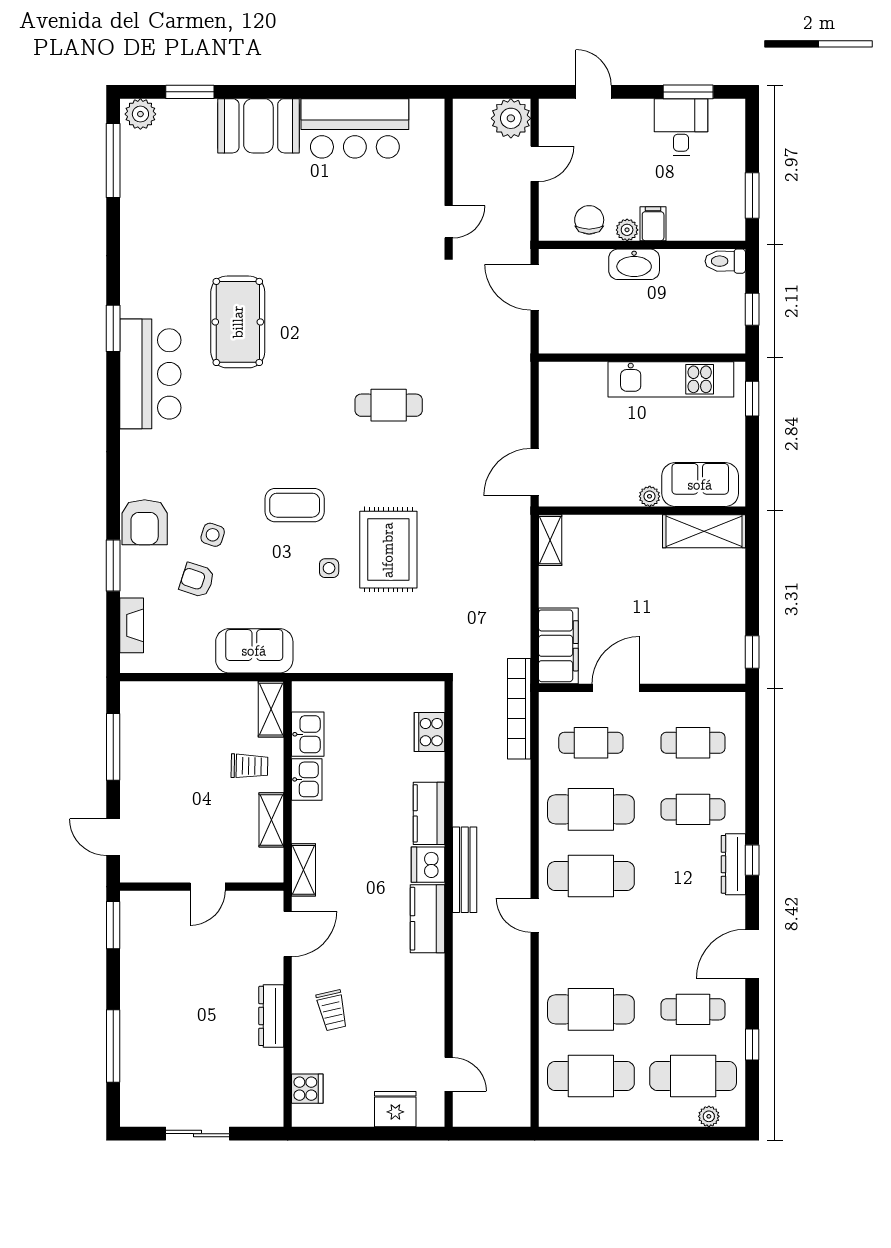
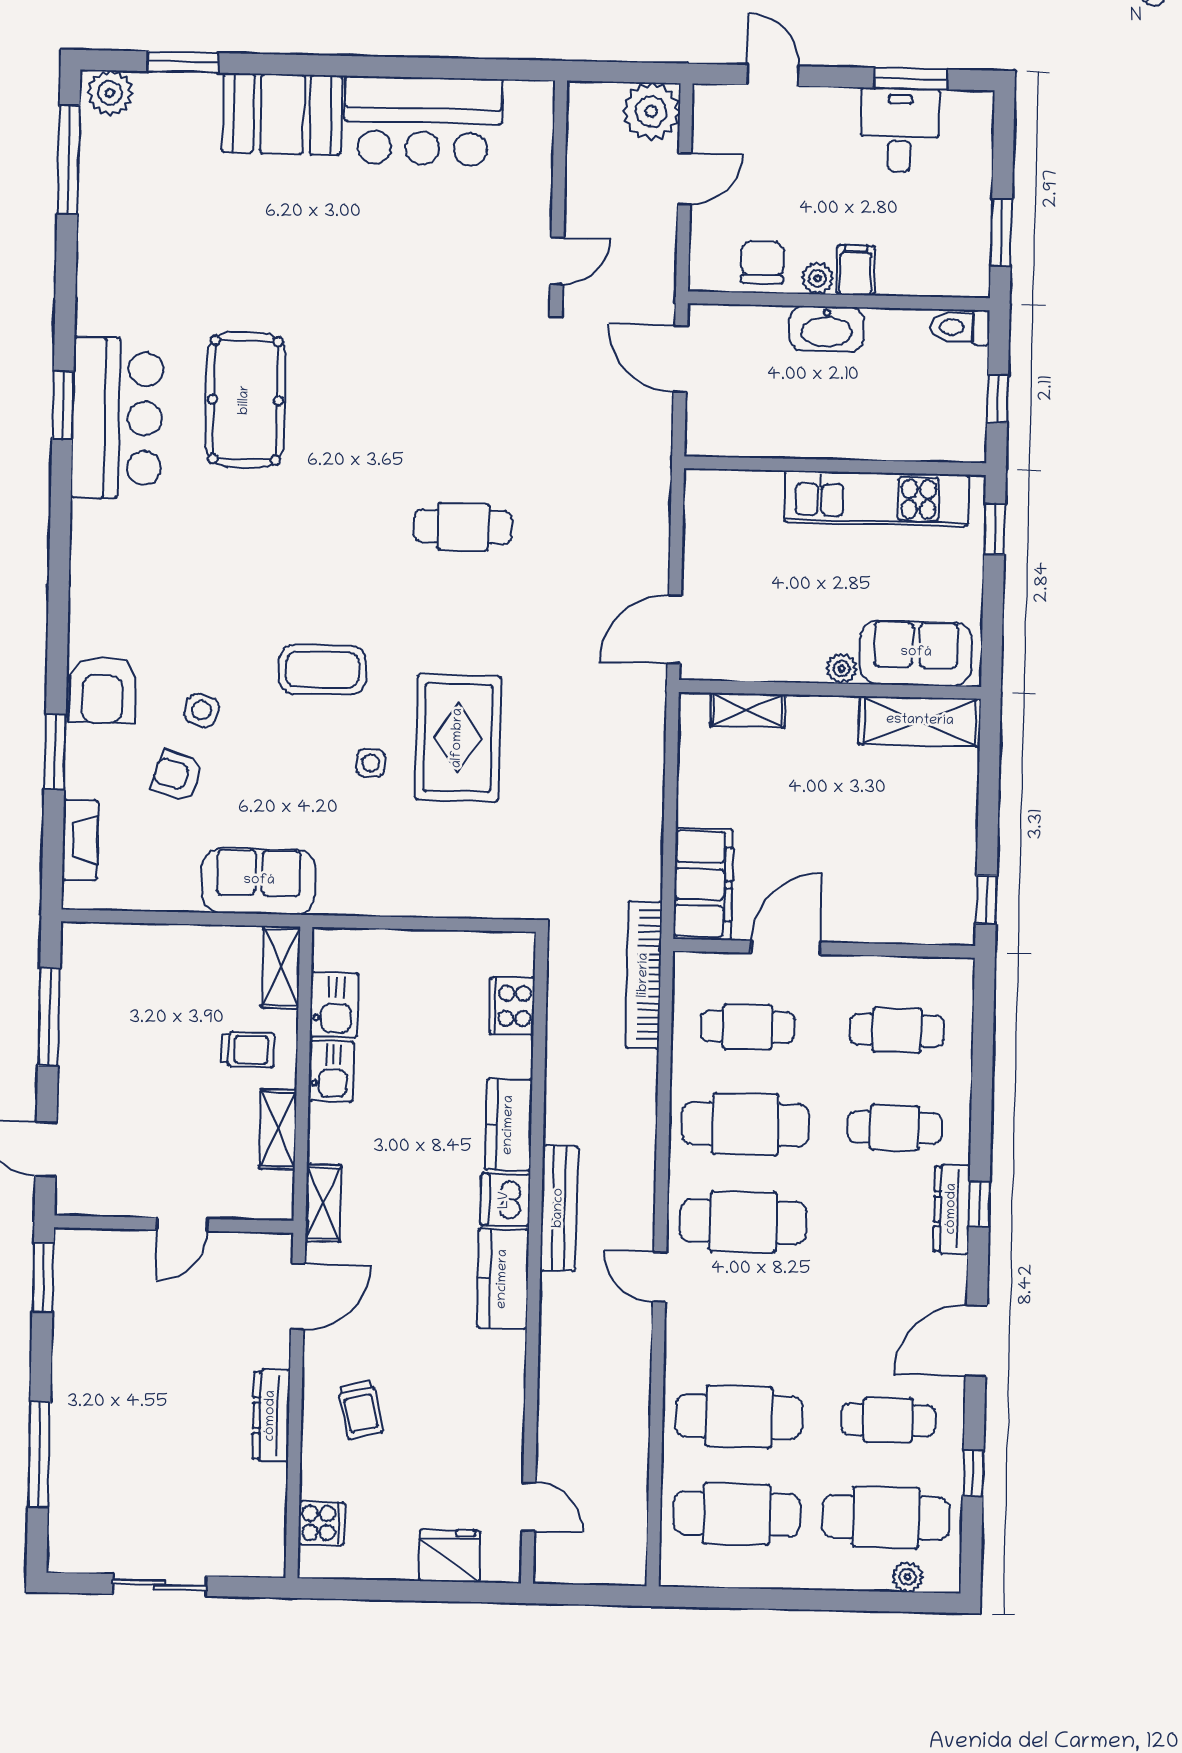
bar counter: (150, 374) -> (117, 418), moved
shelving: (550, 540) -> (748, 710), moved, turned 90

